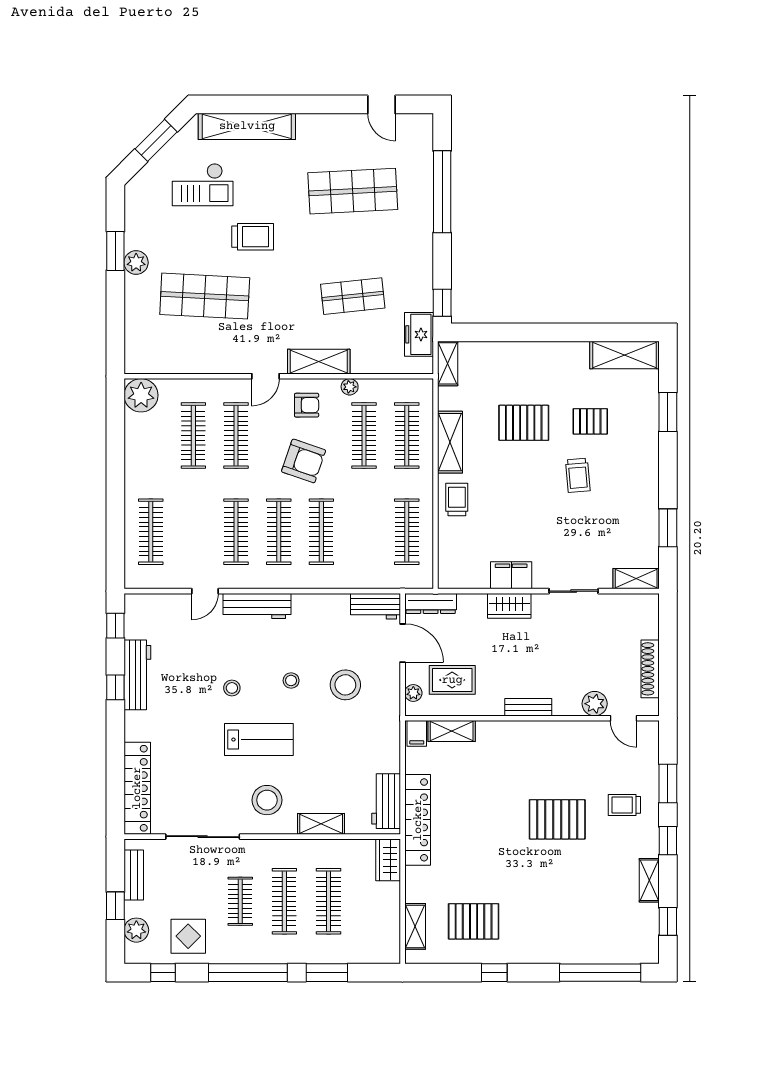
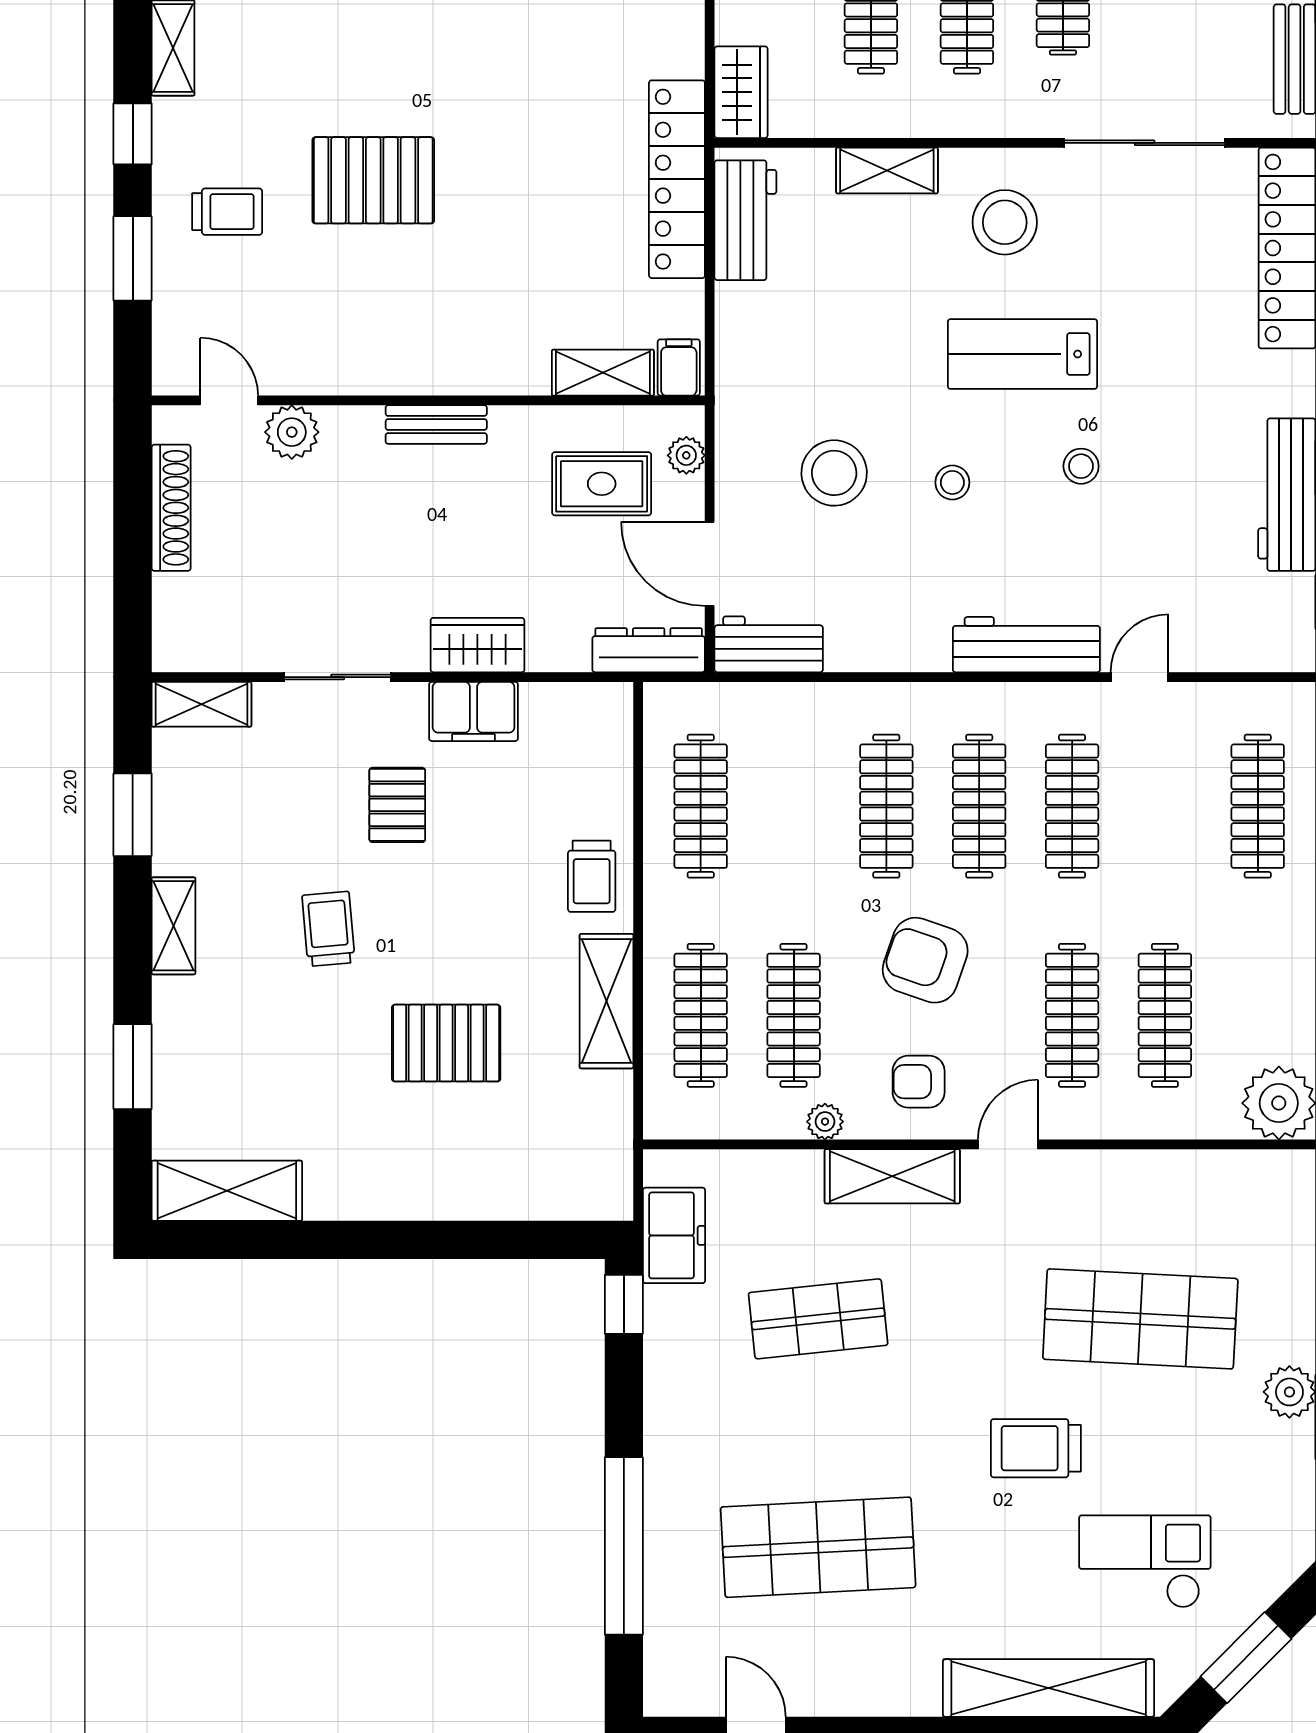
shelving: (448, 363) -> (173, 926), moved
pallet: (590, 421) -> (397, 805), moved, turned 90

